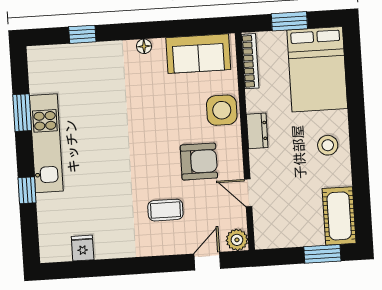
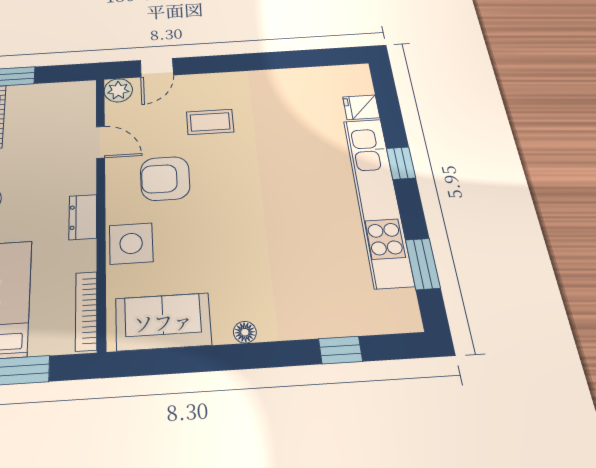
window: (22, 113) -> (423, 264), moved
kitchen unit: (46, 143) -> (377, 200), width x1.36
window: (27, 190) -> (401, 163), moved
fridge: (83, 248) -> (361, 107), moved, turned 90

